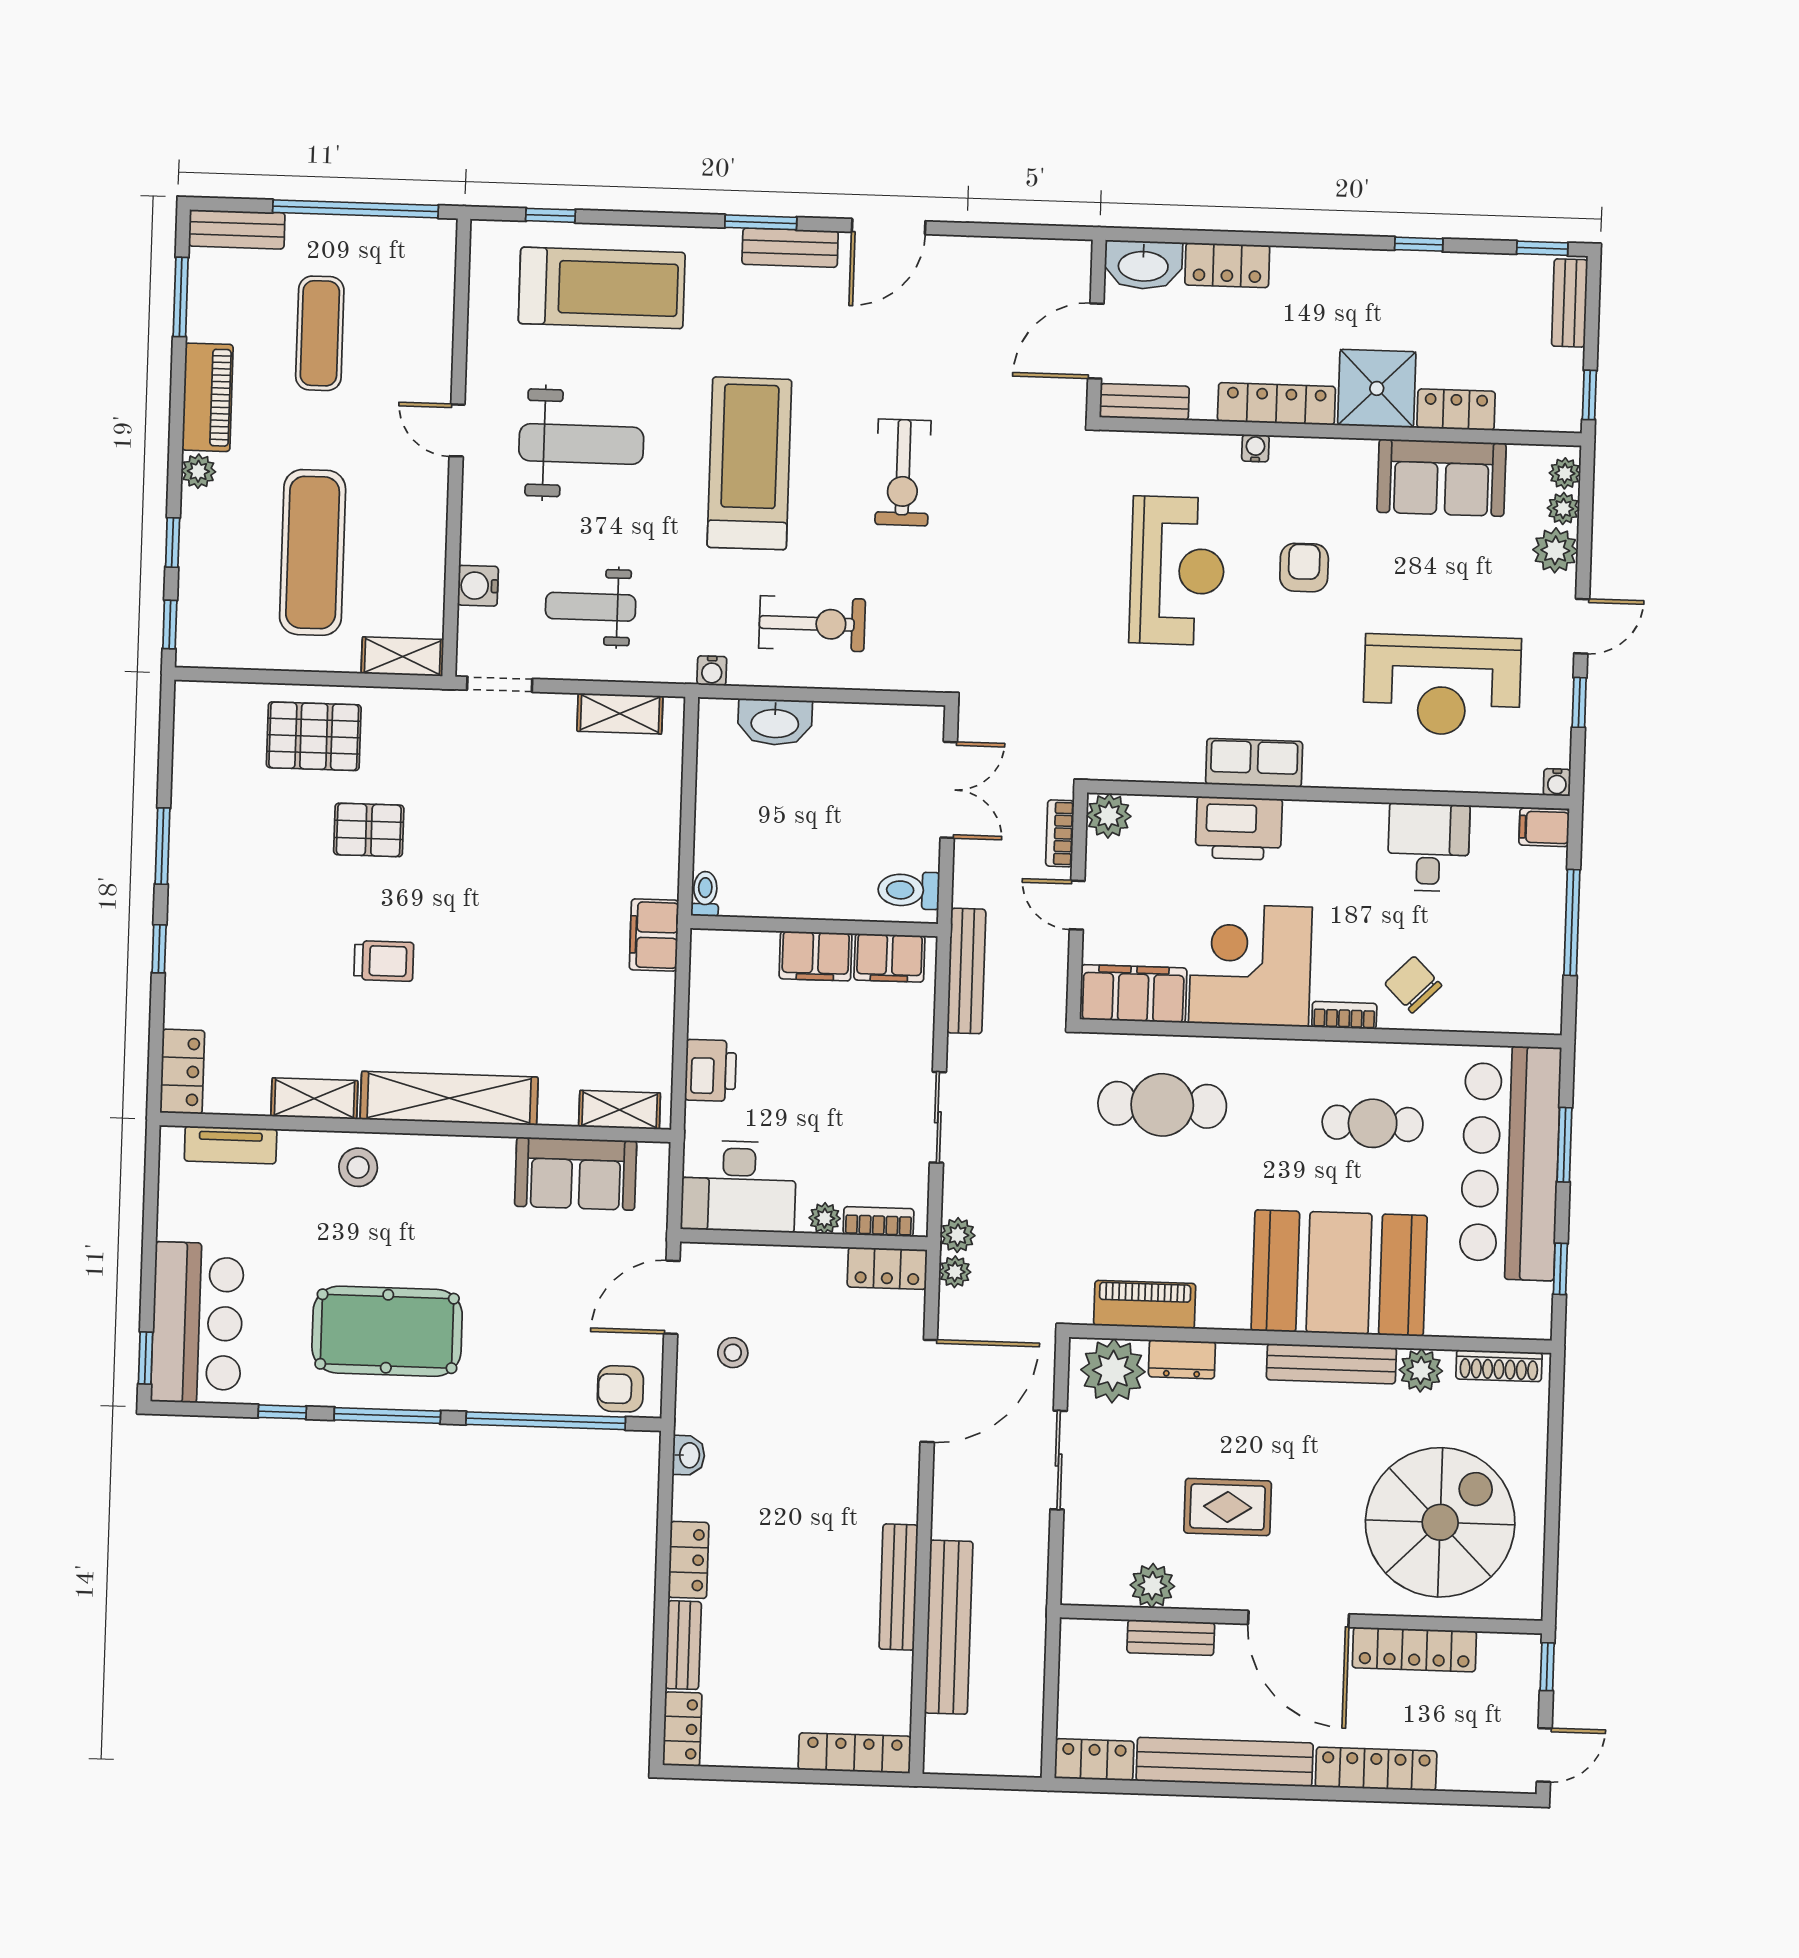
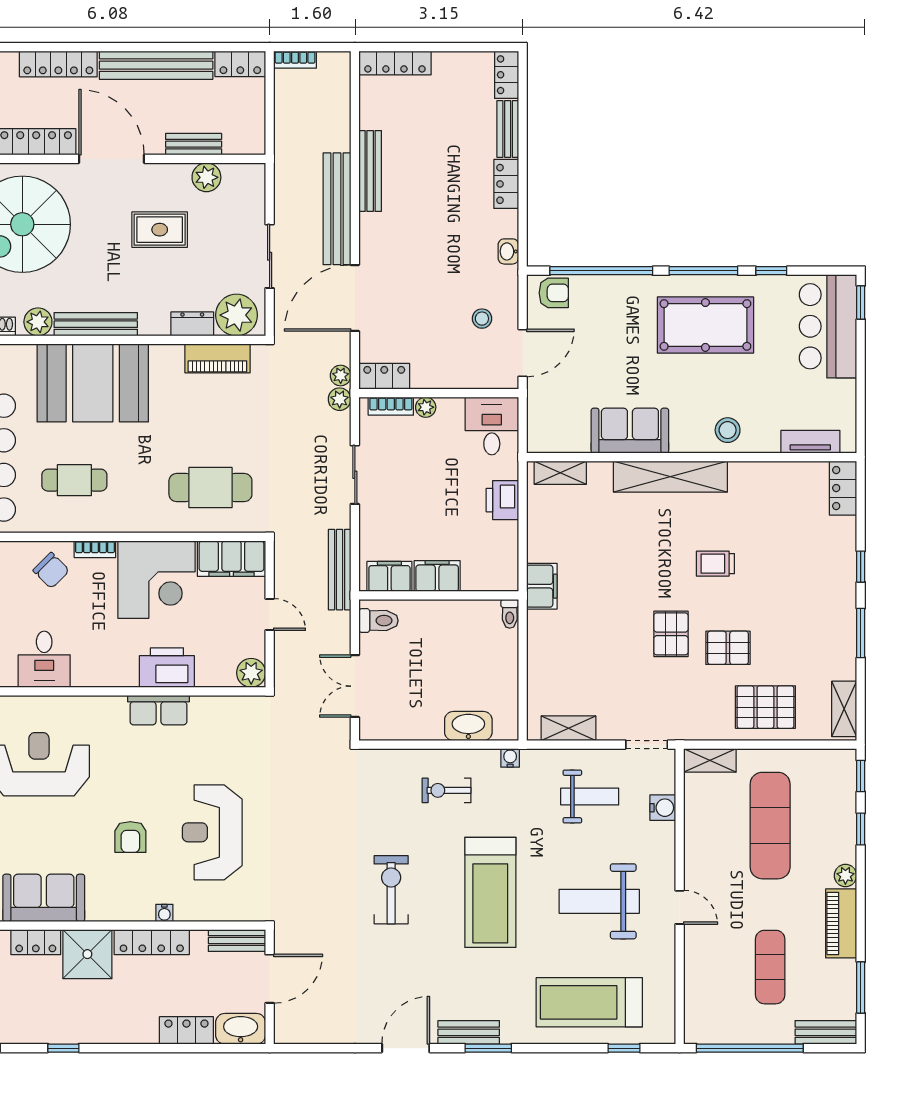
exercise bike: (812, 624) -> (447, 790), width x0.73, depth x0.72
bookcase: (1060, 833) -> (295, 60), moved, turned 90
pallet: (456, 854) -> (671, 634), added
shelving: (314, 1099) -> (844, 709), moved, turned 90
sofa: (576, 1174) -> (630, 431), moved
desk: (739, 1186) -> (492, 426), width x0.73
bench: (949, 1627) -> (337, 209), moved

